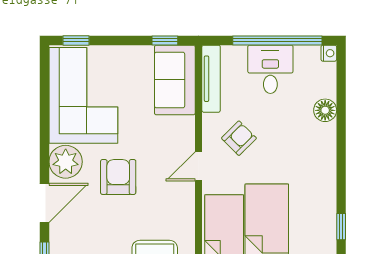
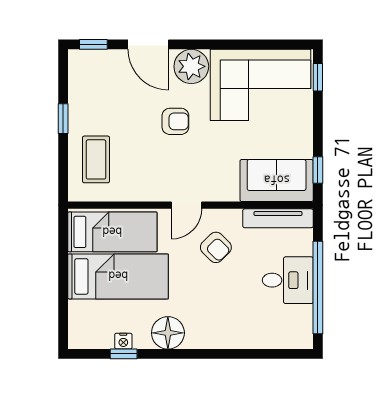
nightstand: (329, 53) -> (123, 341), moved
floor lamp: (325, 110) -> (168, 333), moved, width x1.38, depth x1.38
door: (199, 166) -> (187, 205), swing flipped
armchair: (118, 177) -> (175, 121), width x0.72, depth x0.72

